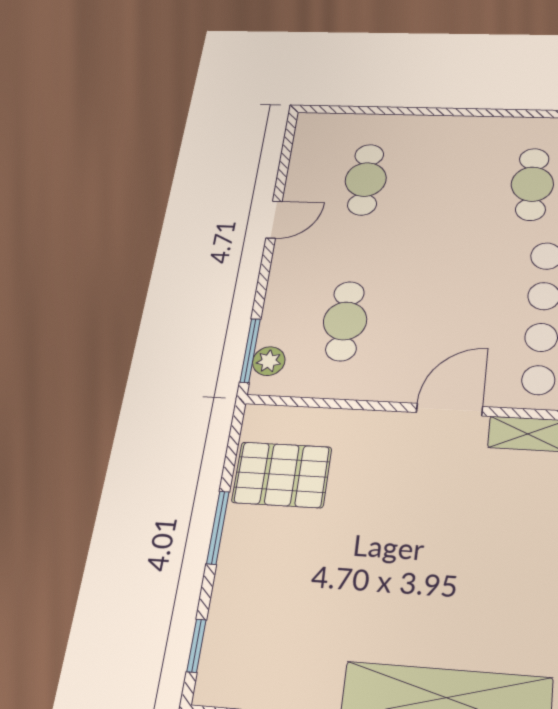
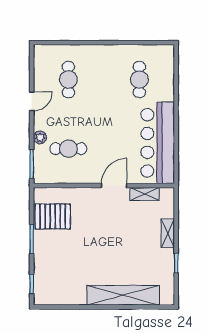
cafe table: (345, 321) -> (68, 149), turned 90
plant: (269, 361) -> (40, 137), moved

